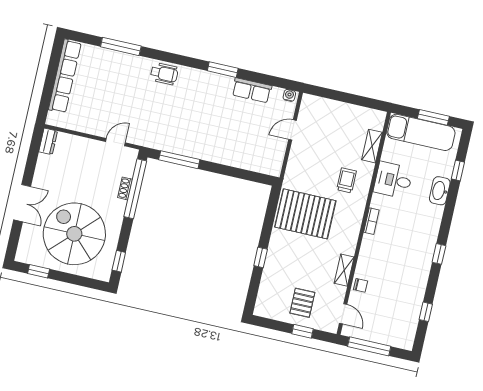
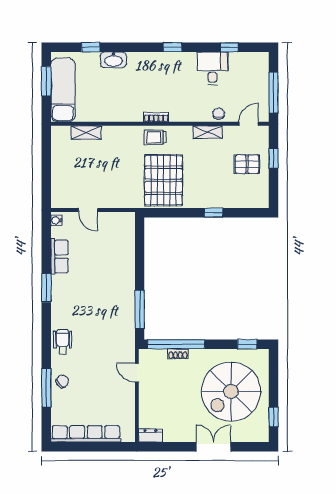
chair: (124, 64) -> (62, 381), added
trolley: (347, 180) -> (155, 137), moved
desk: (393, 180) -> (212, 68), moved, turned 180

